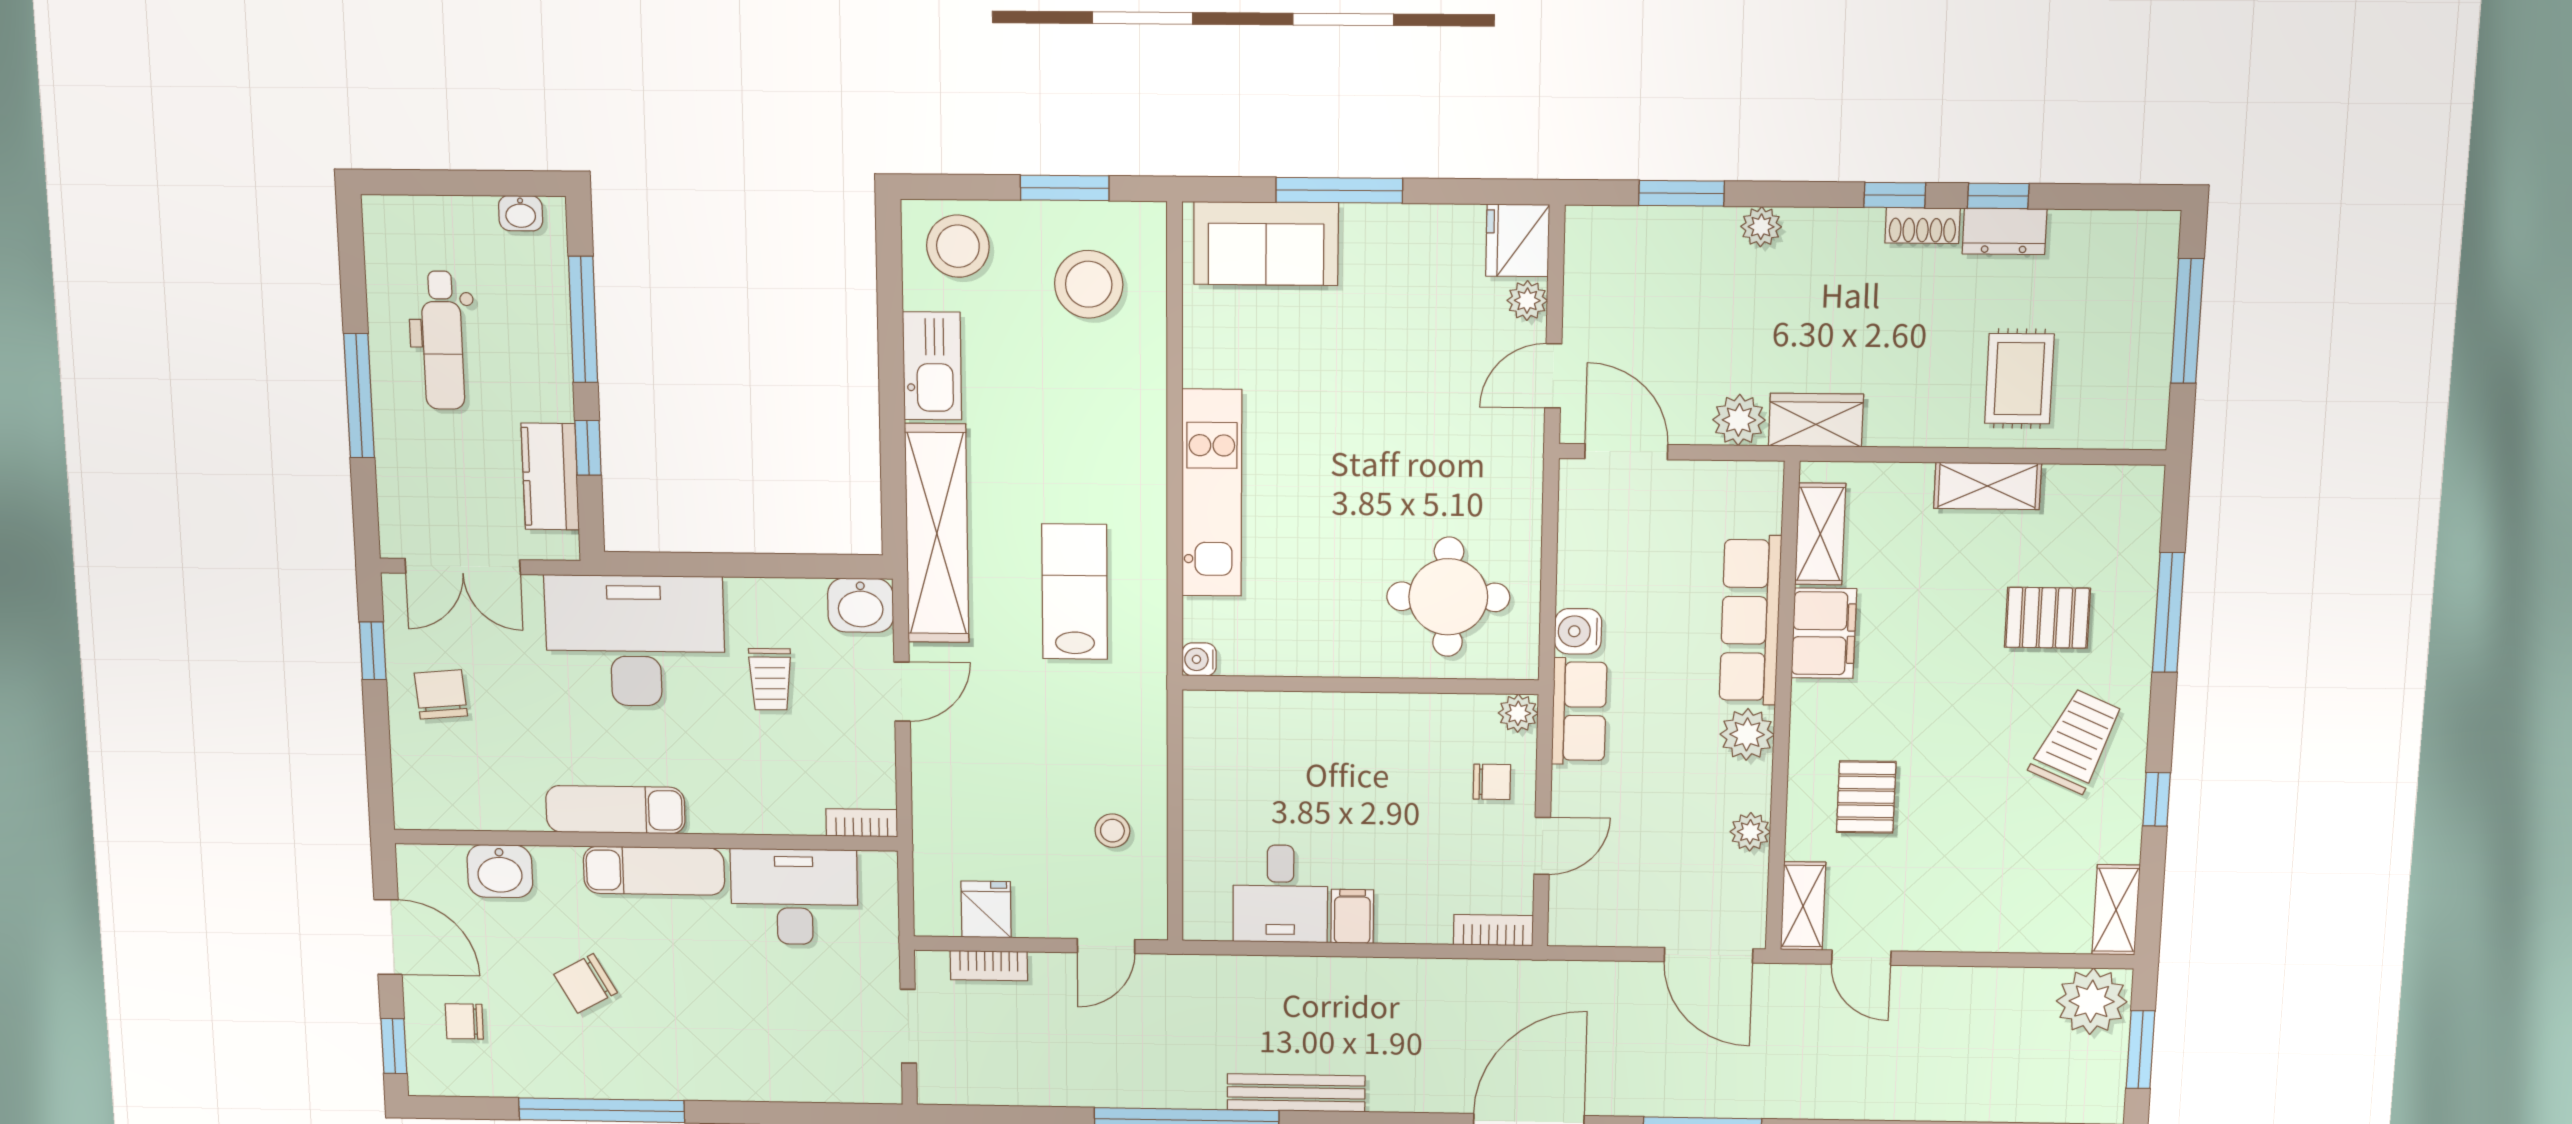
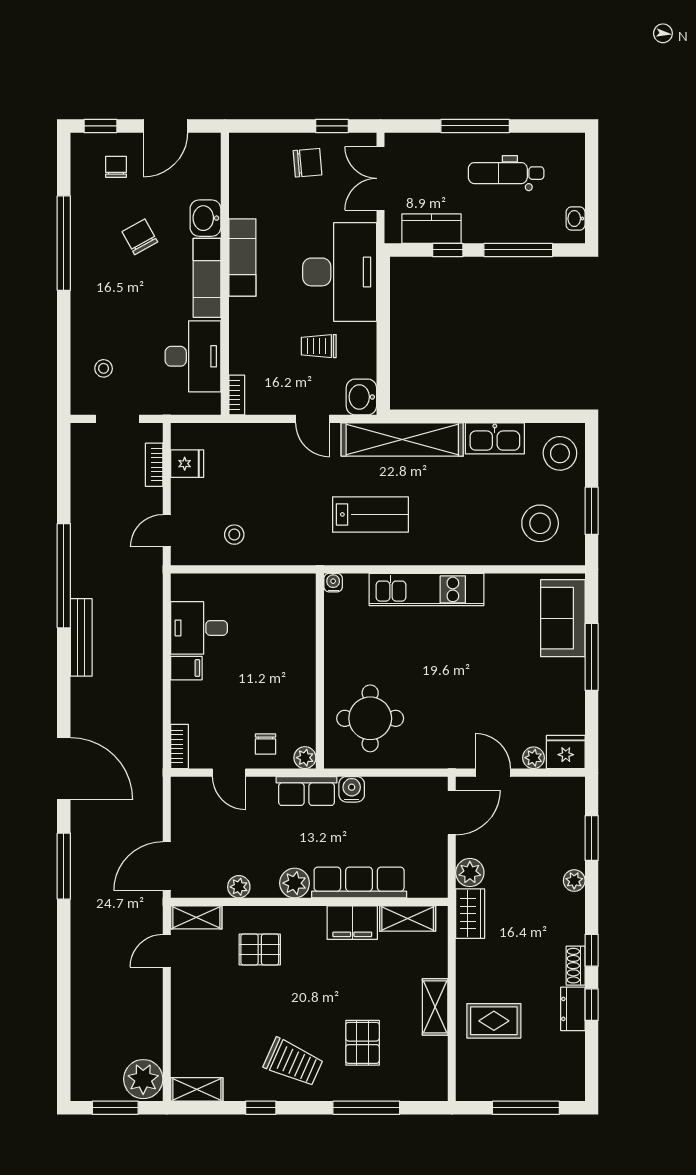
washbasin: (500, 871) -> (205, 218), moved
door: (1106, 946) -> (167, 531), hinge flipped
stool: (820, 1048) -> (104, 368), added

